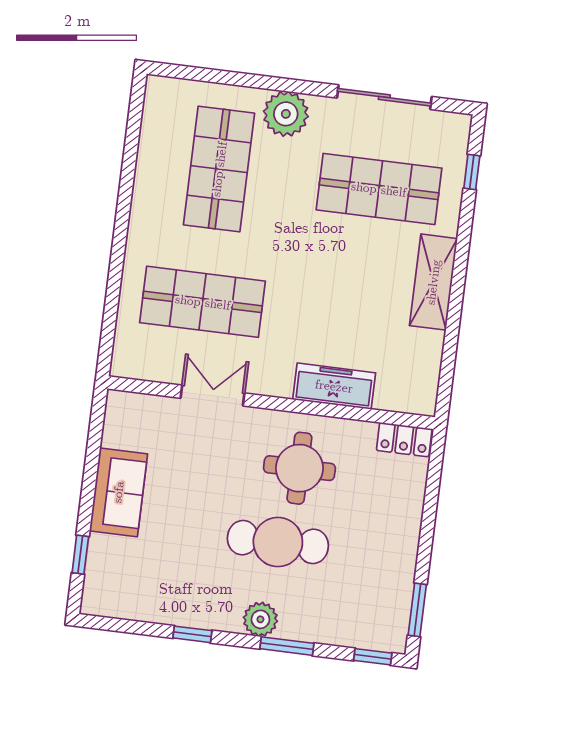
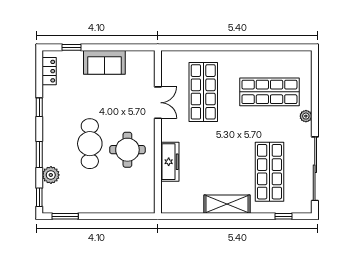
sliding door: (384, 97) -> (315, 169), width x1.36
plant: (286, 114) -> (306, 116), width x0.53, depth x0.53
locker: (404, 440) -> (49, 71), moved, turned 180
plant: (260, 619) -> (51, 175), moved

